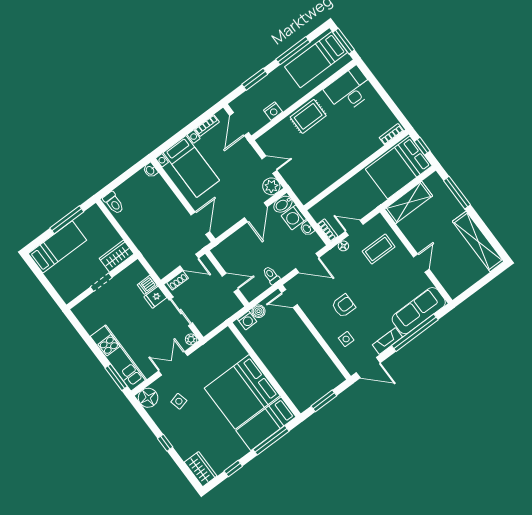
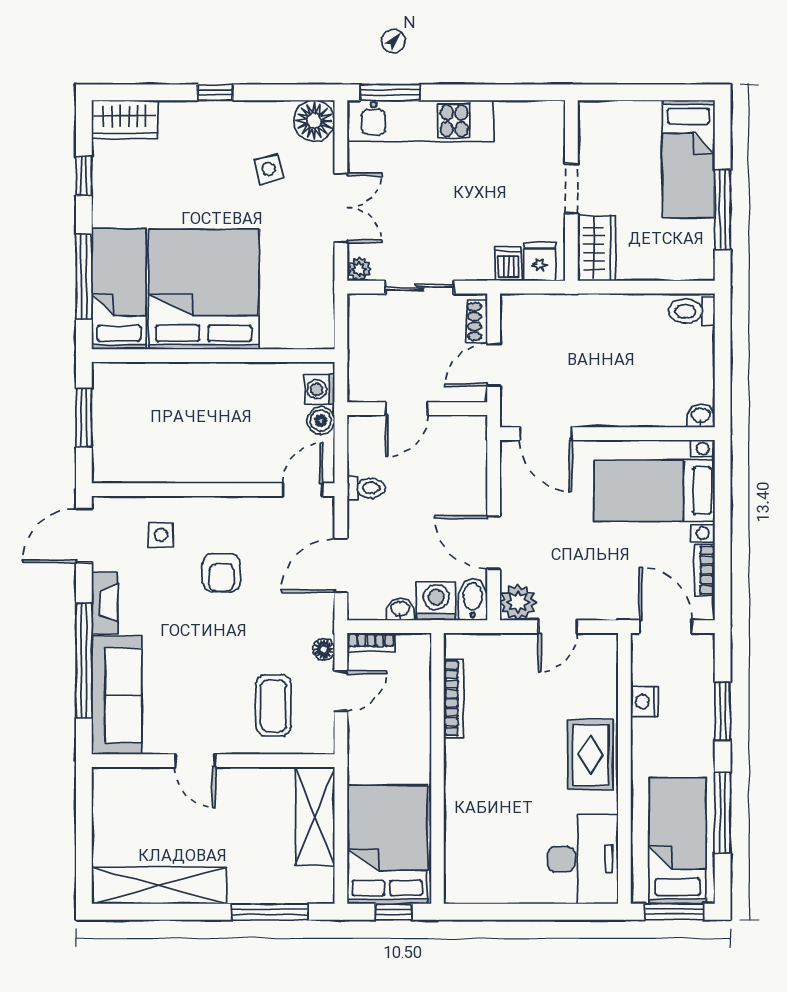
bookcase: (391, 134) -> (454, 698), moved, width x1.56
fridge: (155, 297) -> (540, 262), moved

